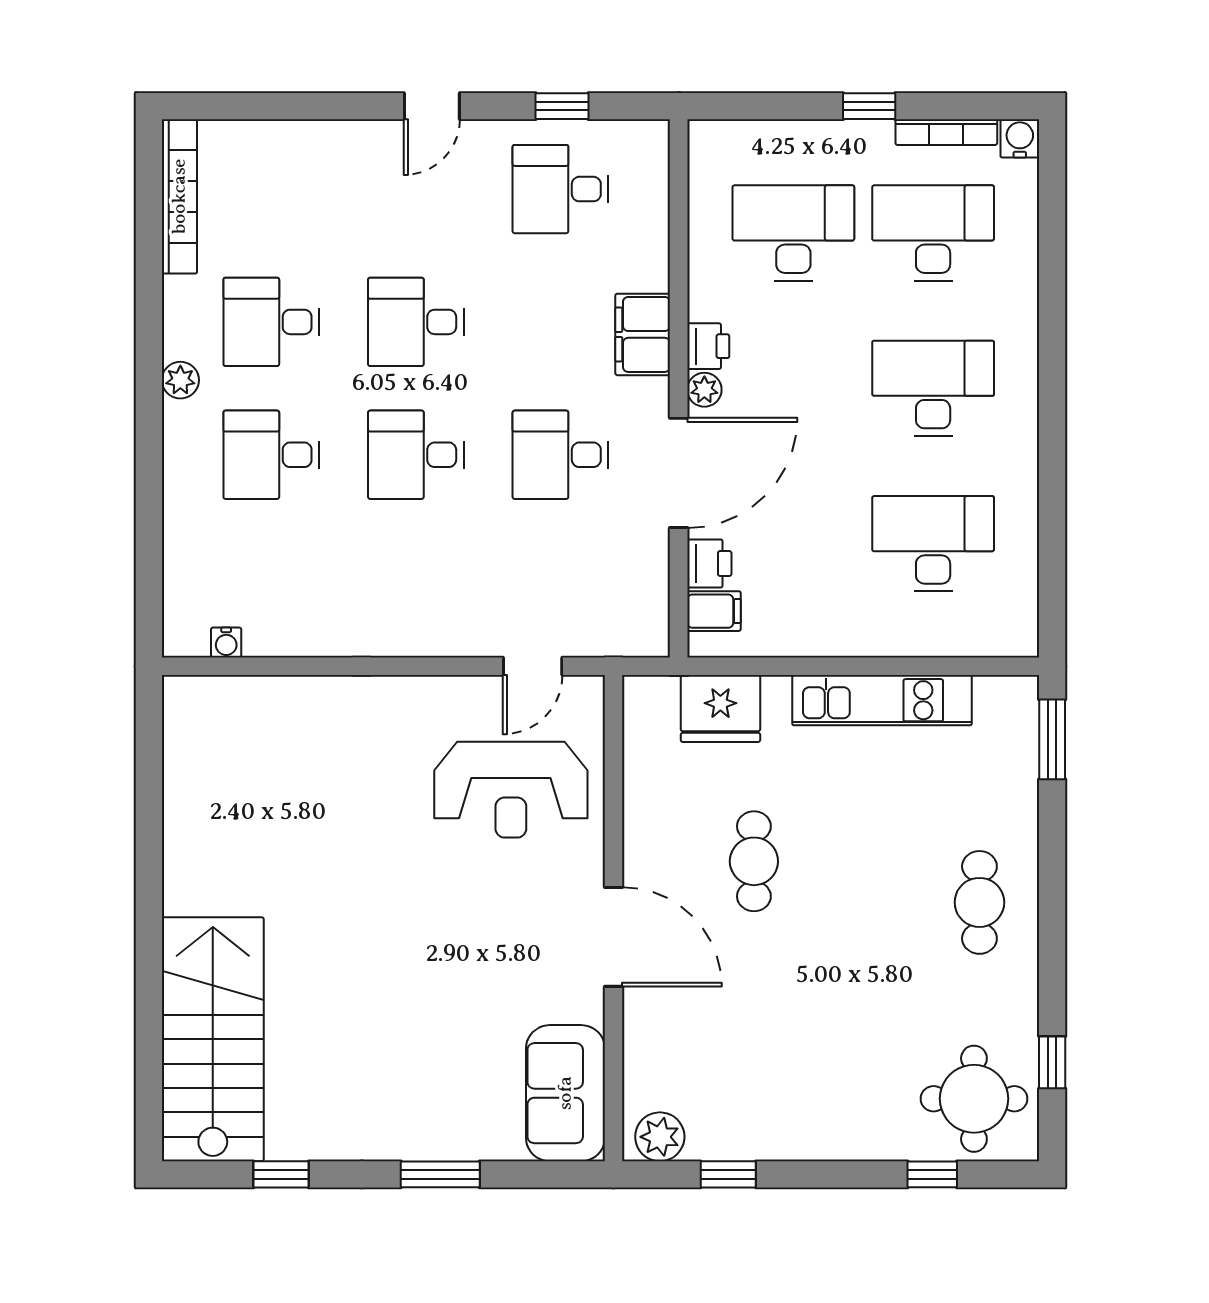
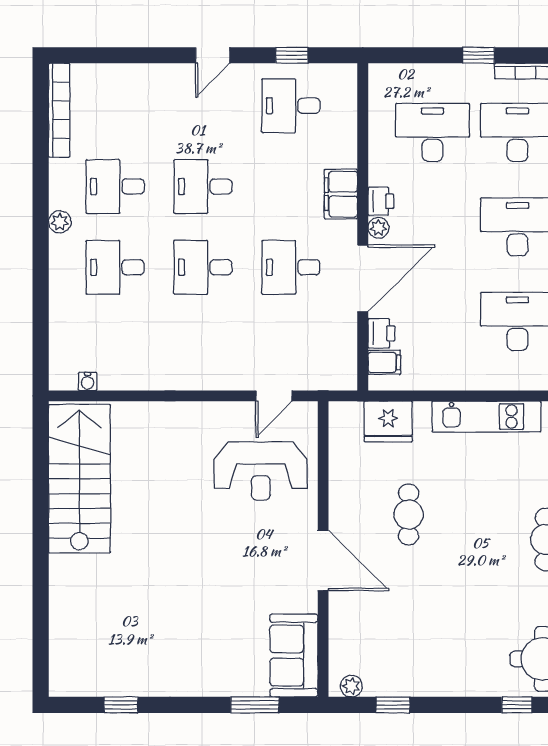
stairs: (213, 1039) -> (79, 479), moved
plant: (660, 1137) -> (351, 686), width x0.73, depth x0.73
window: (440, 1174) -> (255, 705), moved

